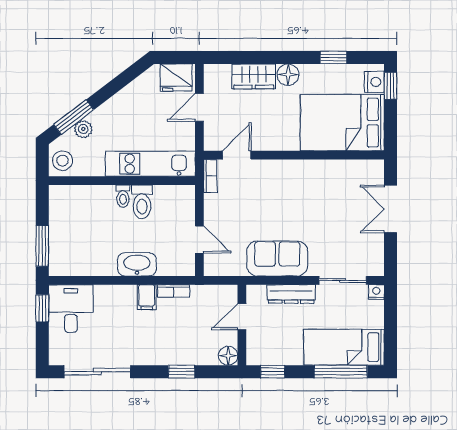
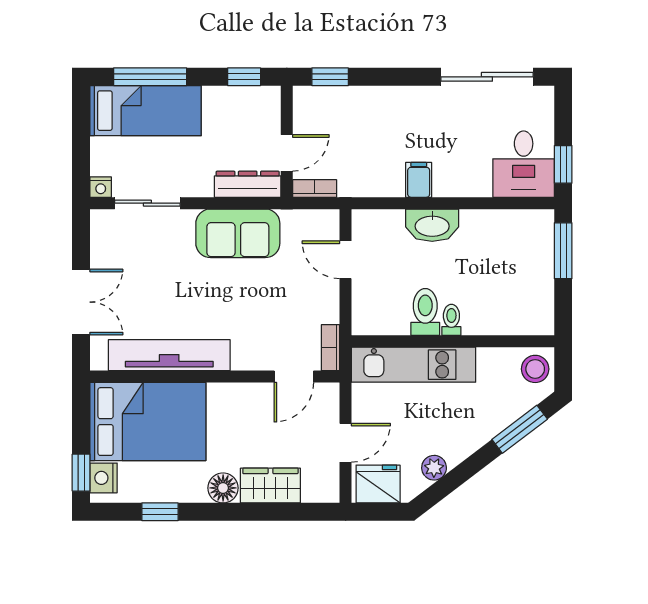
plant: (83, 129) -> (434, 468), moved
tv unit: (327, 171) -> (169, 355), added
bookcase: (174, 291) -> (315, 189), moved
dresser: (291, 294) -> (248, 184), moved
floor lamp: (228, 356) -> (306, 99), removed
window: (182, 372) -> (330, 77), moved

